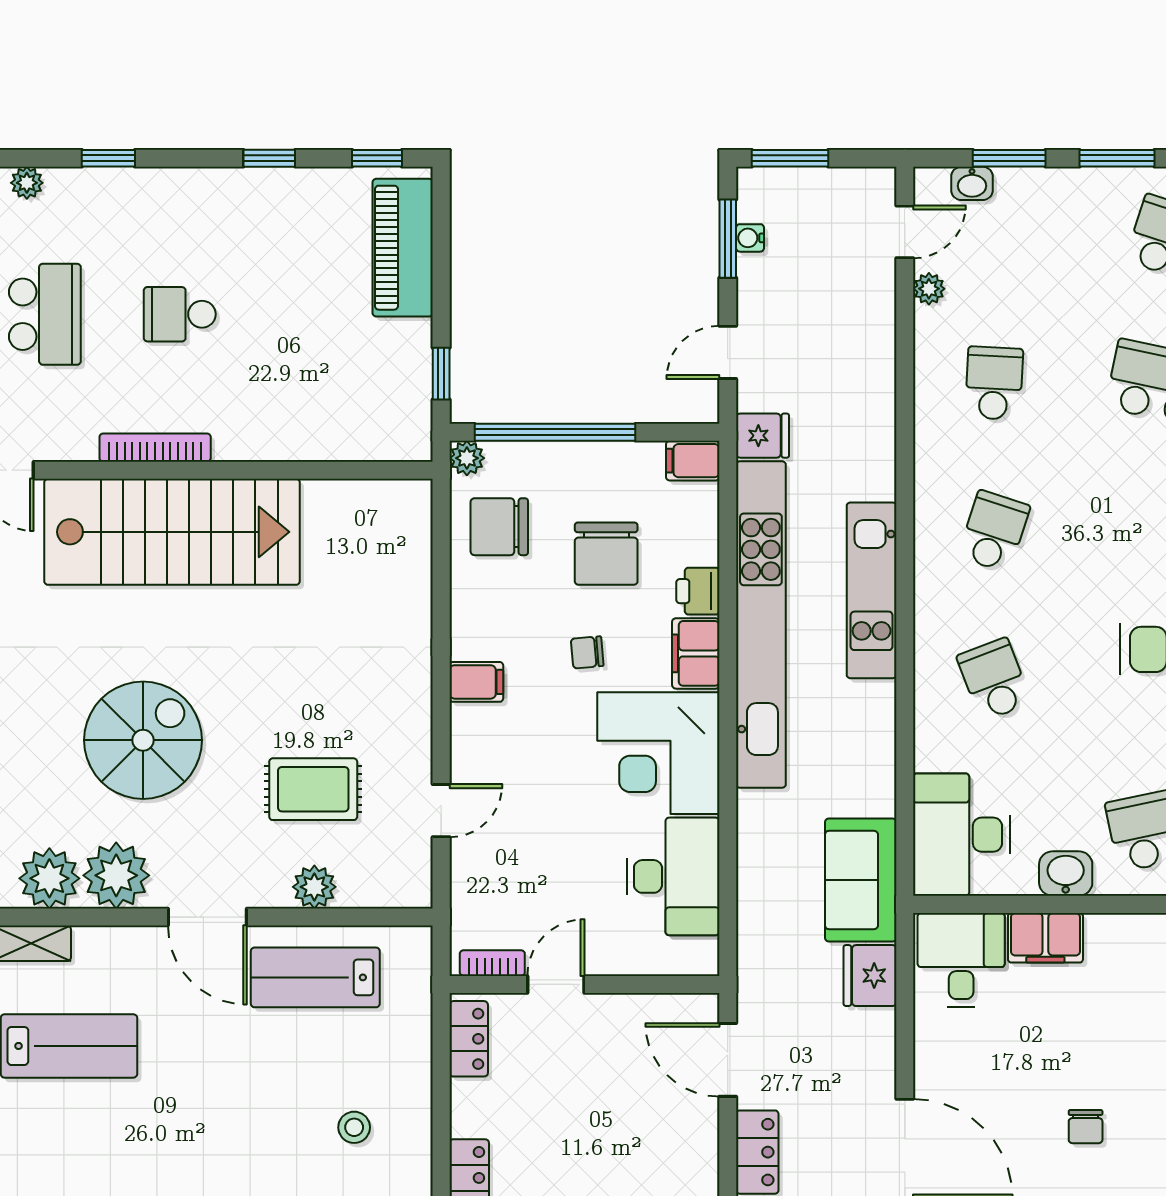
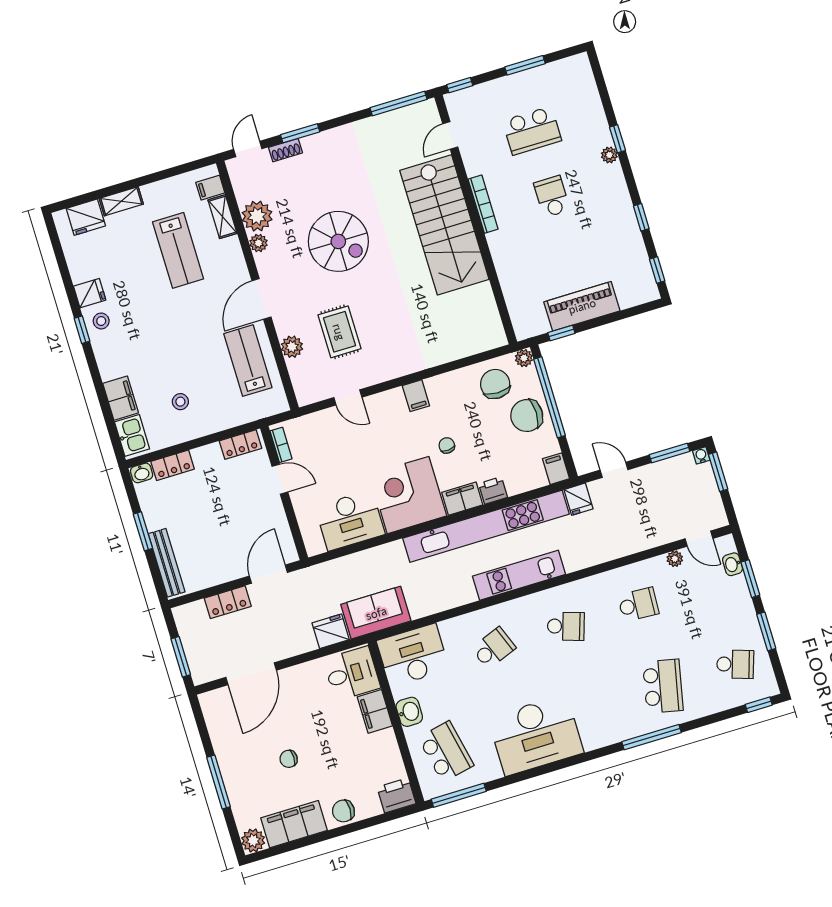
plant: (27, 183) -> (609, 155), moved
water cooler: (750, 238) -> (701, 455), moved
piano: (403, 248) -> (582, 306), moved
chair: (606, 554) -> (527, 416), moved
plant: (116, 875) -> (258, 243), width x0.53, depth x0.53

